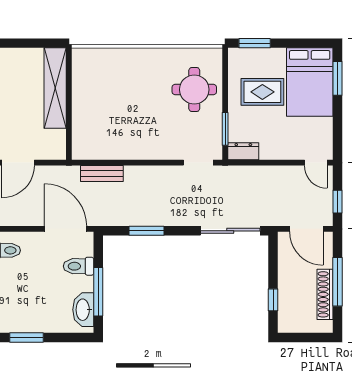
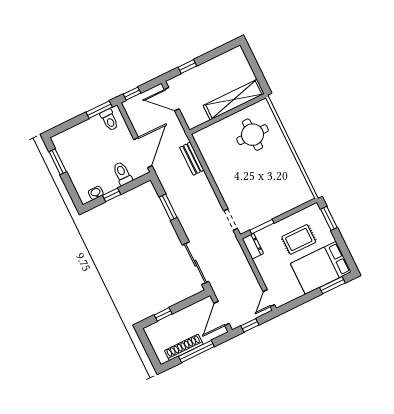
round table: (194, 90) -> (253, 135), moved
rug: (262, 92) -> (299, 239), turned 90
window: (98, 292) -> (112, 195), width x0.46
washbasin: (83, 310) -> (96, 193), width x0.52, depth x0.69

